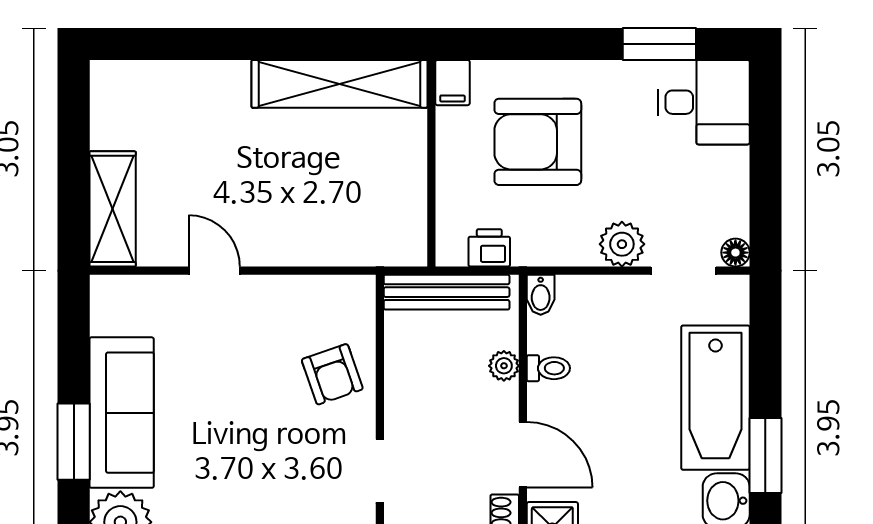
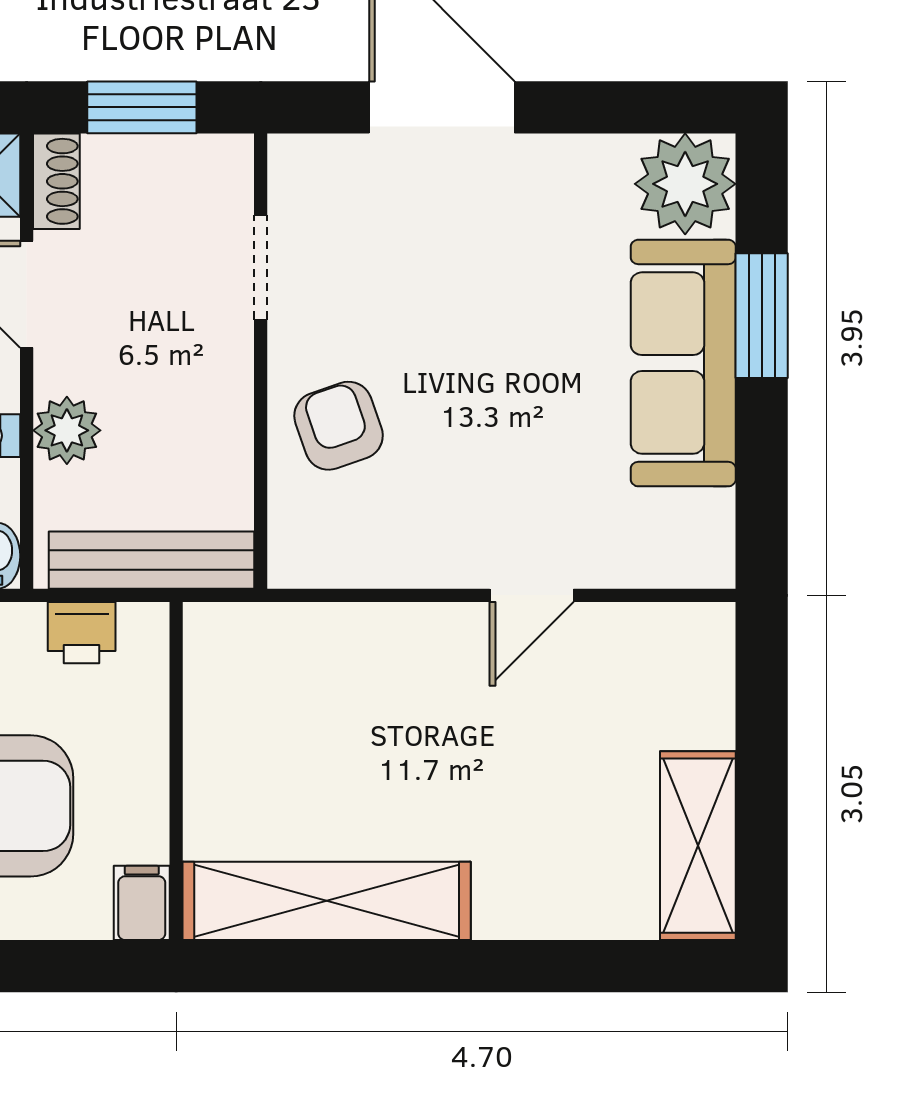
shelving: (113, 209) -> (698, 846), moved
door: (214, 271) -> (532, 595), hinge flipped
plant: (504, 366) -> (67, 430), width x1.38, depth x1.38

